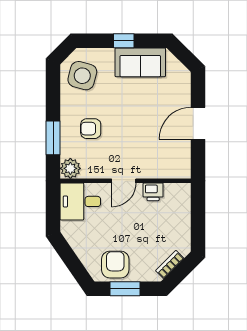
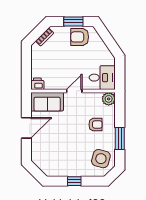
sofa: (140, 62) -> (47, 102), moved, turned 180
window: (53, 138) -> (120, 139), moved
printer: (153, 192) -> (37, 84), moved
armchair: (115, 265) -> (80, 37), turned 90

